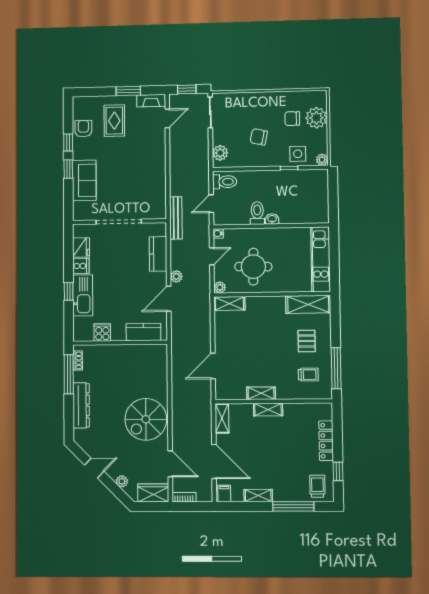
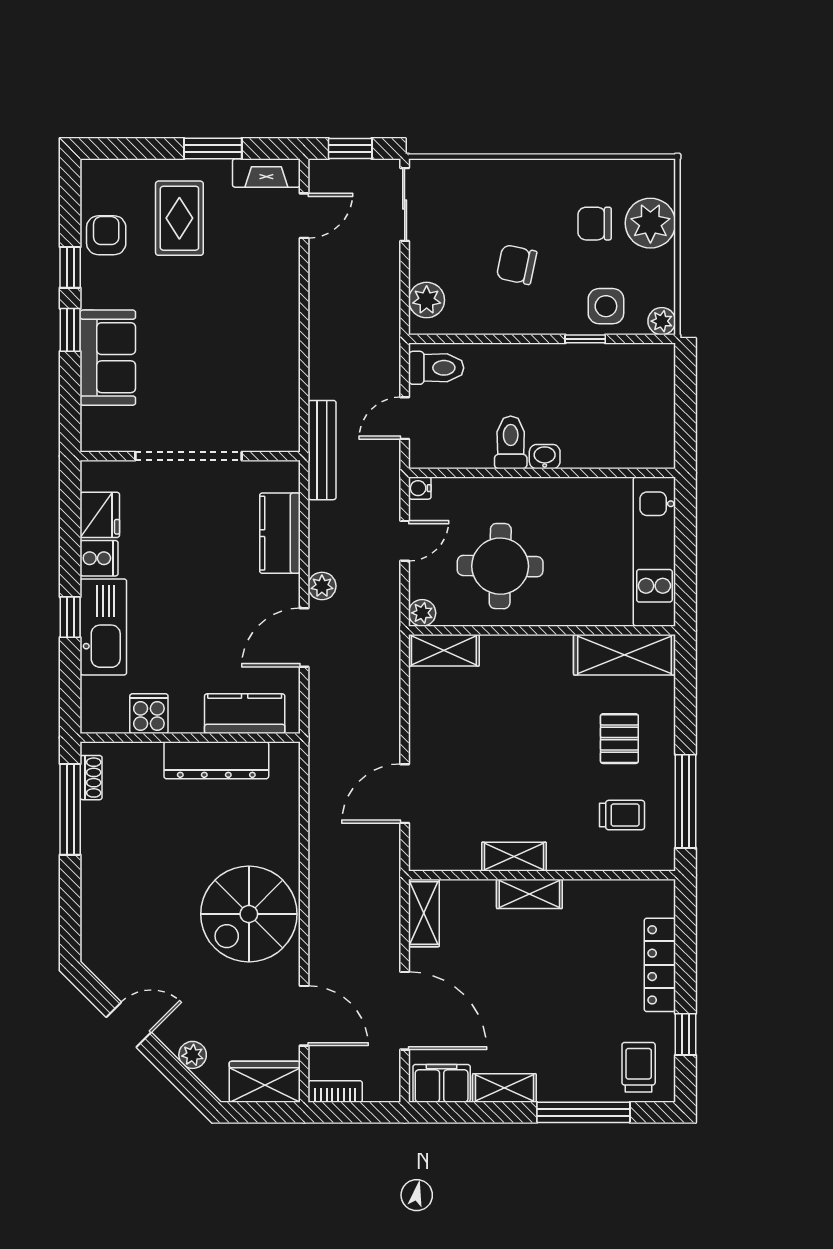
dresser: (81, 405) -> (216, 760), moved, turned 90
filing cabinet: (224, 494) -> (442, 1083), width x2.00

